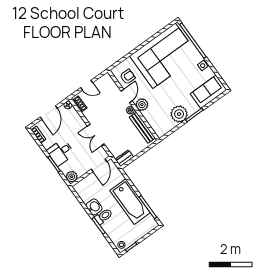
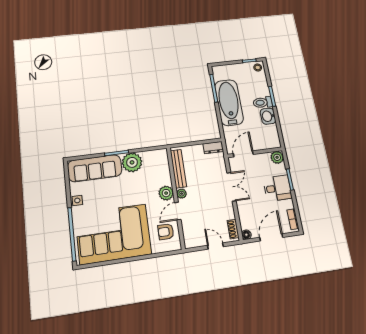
sofa: (208, 92) -> (95, 168), width x1.36

